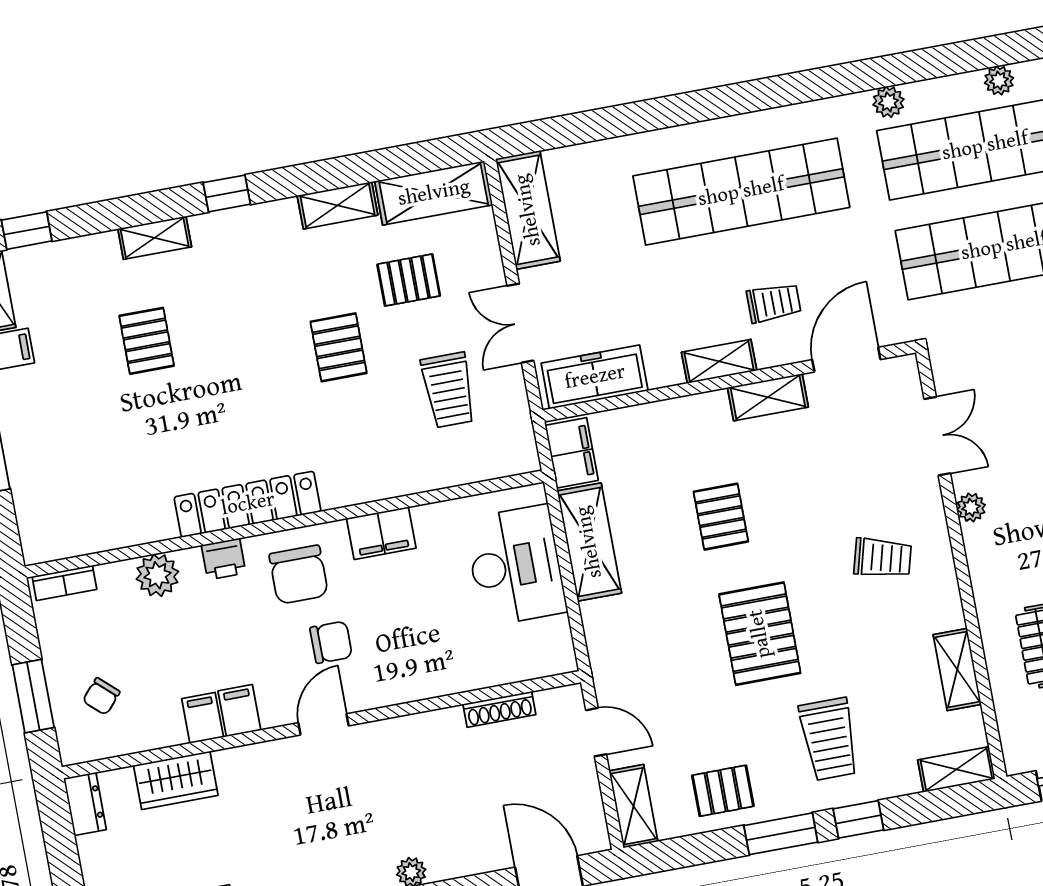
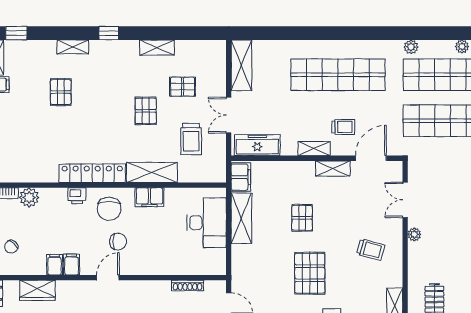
shelving: (434, 193) -> (152, 172), moved
double door: (937, 436) -> (405, 200), swing flipped
plant: (157, 575) -> (29, 197), moved

